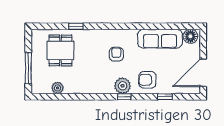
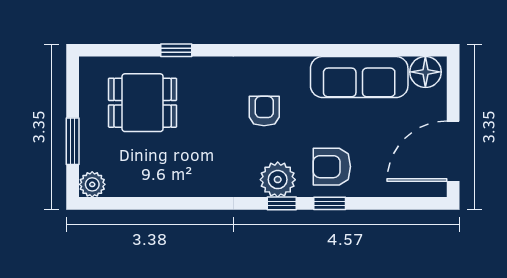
dining table: (60, 50) -> (143, 103), turned 90
window: (28, 68) -> (73, 141), width x0.69
plant: (58, 88) -> (92, 184), moved
window: (165, 97) -> (330, 203), moved

